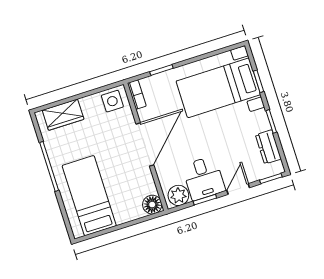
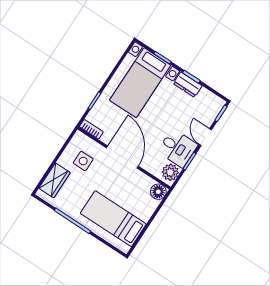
side table: (112, 101) -> (83, 161), moved
dresser: (268, 147) -> (188, 85), moved

